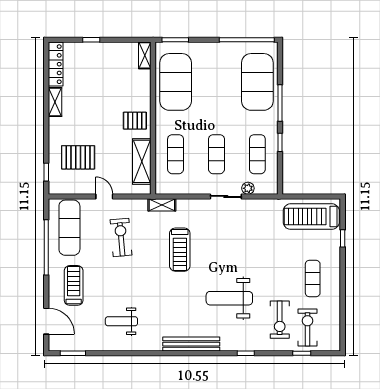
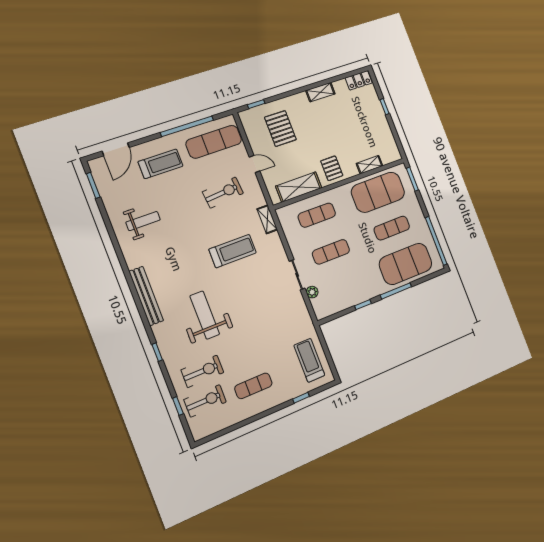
shelving: (145, 55) -> (369, 165), moved
locker: (56, 64) -> (359, 80), width x0.66
exercise mat: (257, 154) -> (392, 228), moved
door: (104, 196) -> (255, 164), hinge flipped
treadmill: (311, 217) -> (309, 360), width x0.73, depth x0.73
treadmill: (180, 250) -> (233, 251), turned 180
exercise bike: (280, 320) -> (202, 371), turned 180
weight bench: (121, 321) -> (143, 221), turned 90

